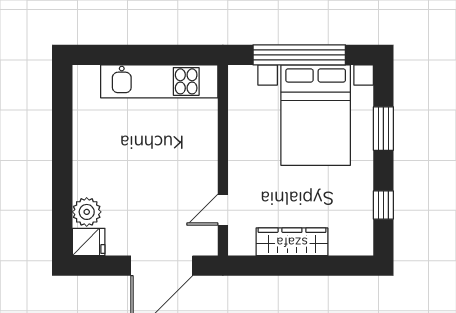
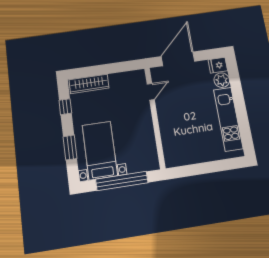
kitchen unit: (159, 81) -> (228, 119), moved, turned -90
bed with nightstands: (316, 115) -> (100, 150), width x0.73
wardrobe: (292, 242) -> (89, 84), moved

